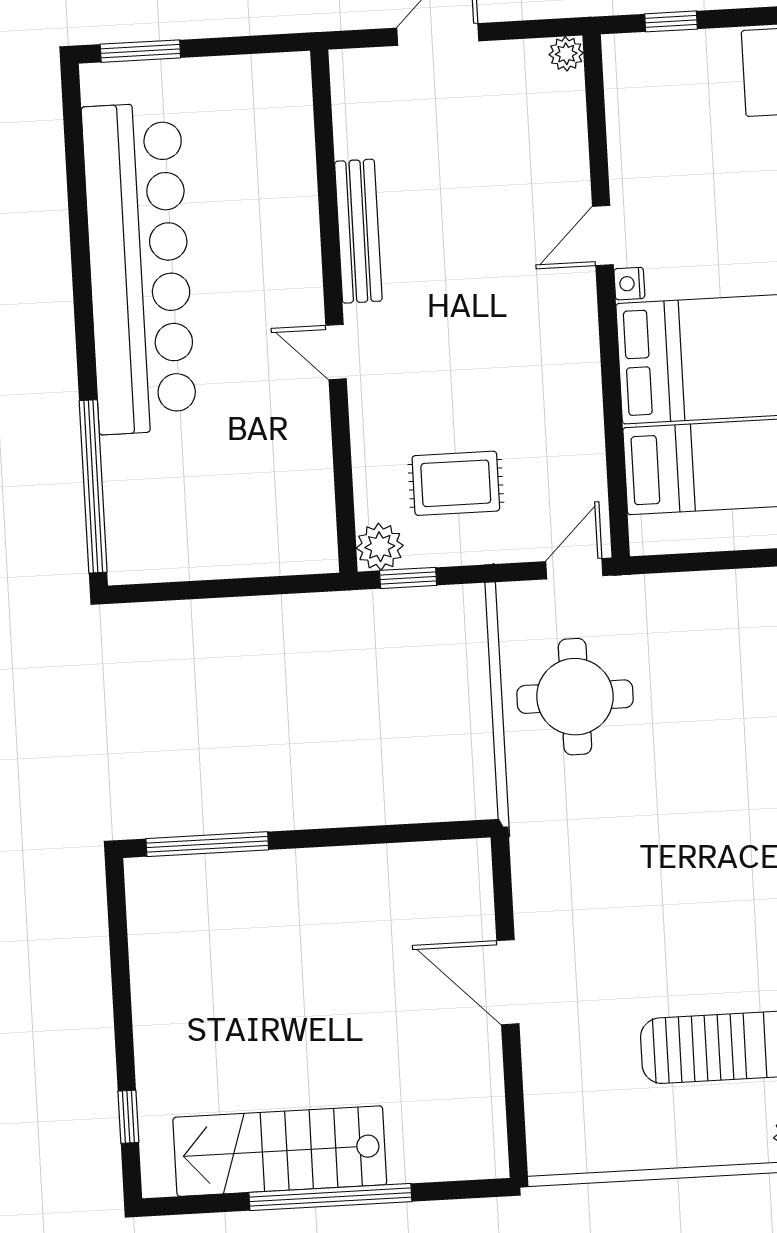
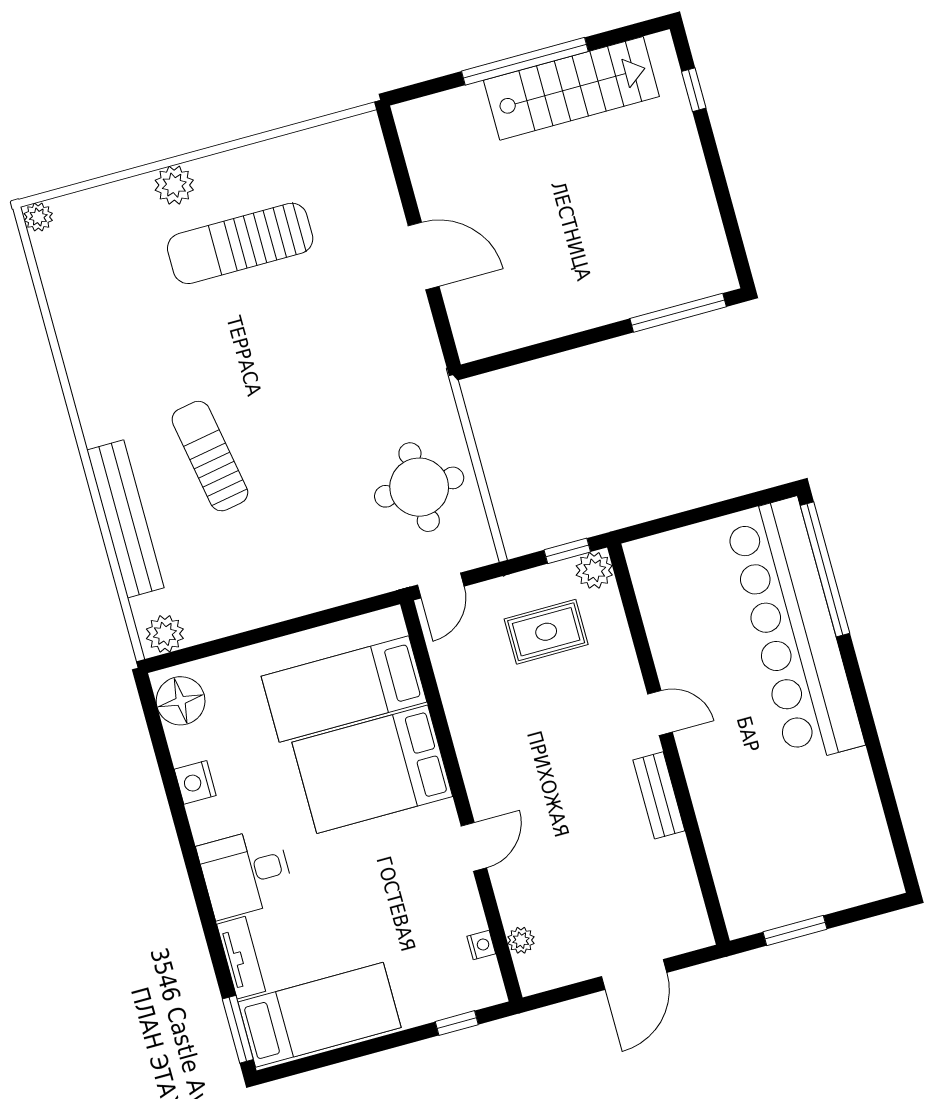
window: (140, 51) -> (795, 930), moved
plant: (566, 54) -> (521, 940), moved
bench: (358, 231) -> (659, 795), width x0.73
bar counter: (139, 268) -> (794, 630), moved
nightstand: (629, 284) -> (481, 945), moved

